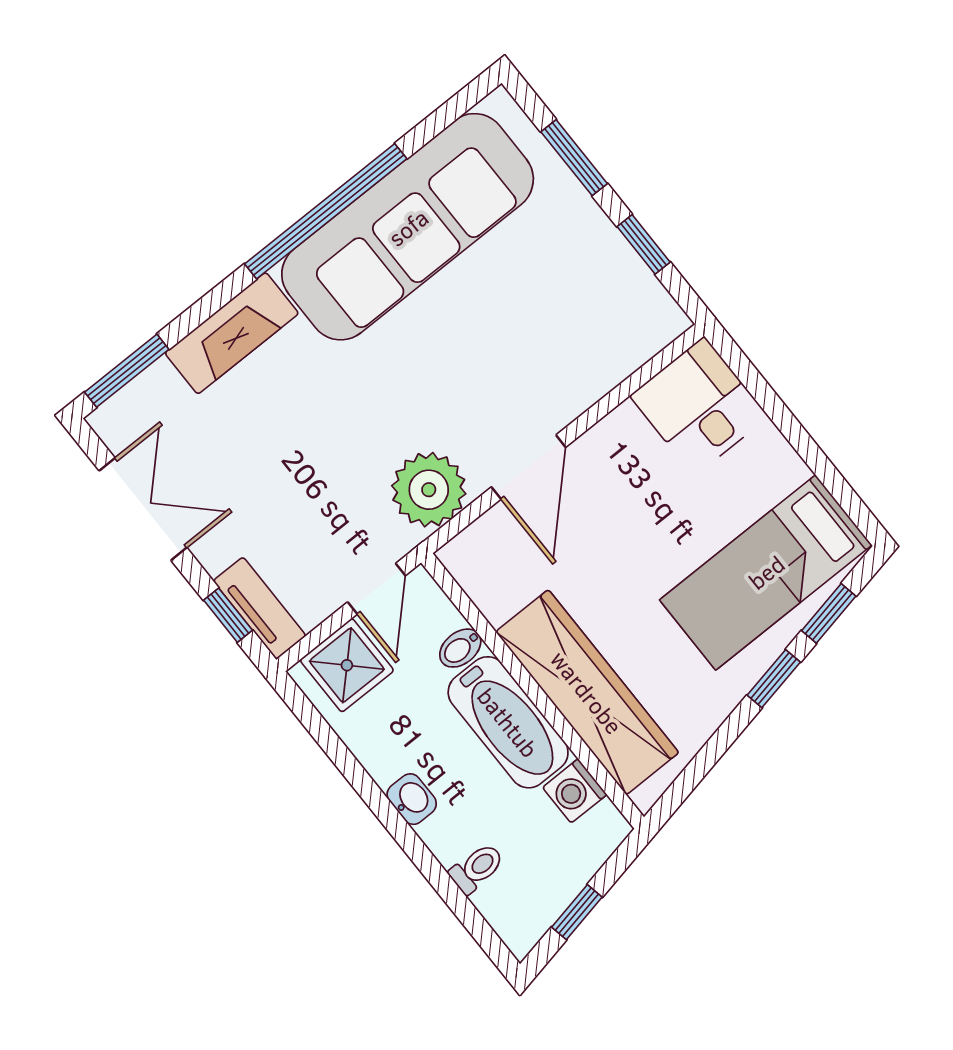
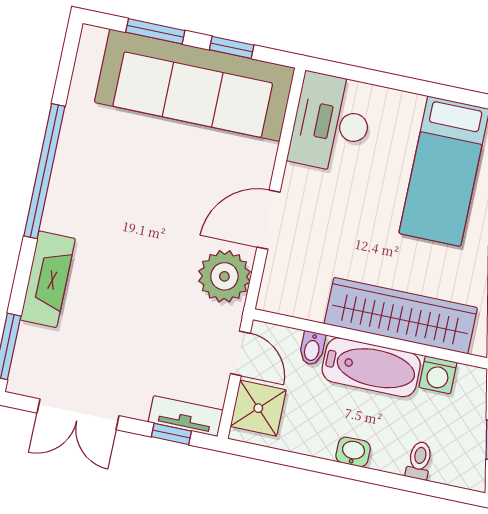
sofa: (408, 227) -> (195, 85), moved, turned 90
desk: (699, 406) -> (331, 123), width x1.37
door: (529, 467) -> (268, 220), swing flipped
double door: (143, 509) -> (78, 414), swing flipped

